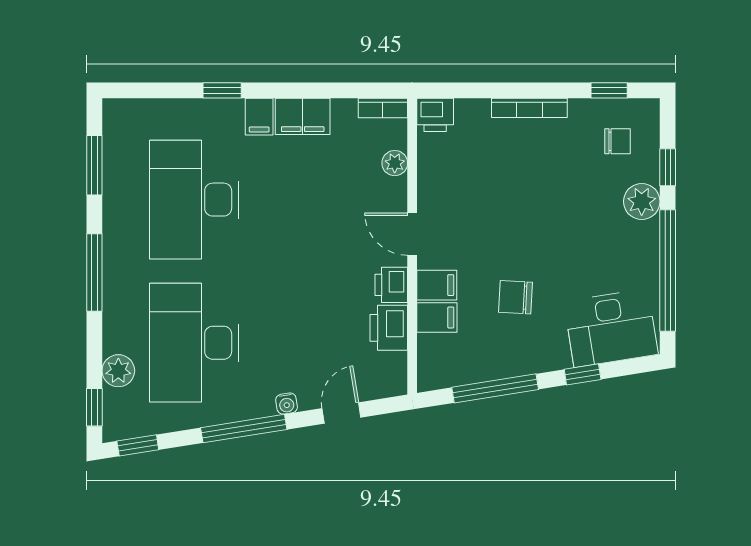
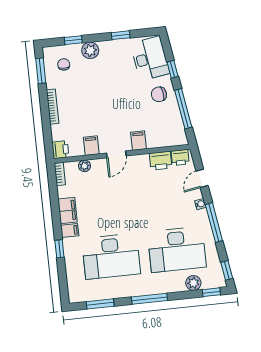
window: (609, 90) -> (41, 71), width x1.50
window: (668, 270) -> (121, 35), width x0.32
printer: (391, 285) -> (180, 157), moved
chair: (516, 297) -> (159, 94), moved, turned 78
filing cabinet: (437, 317) -> (91, 146), moved
door: (341, 413) -> (202, 178), hinge flipped

